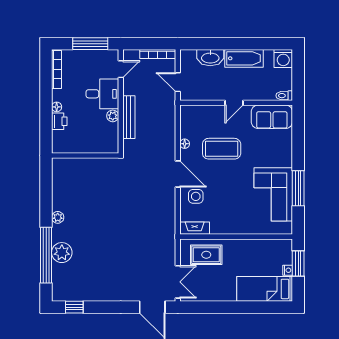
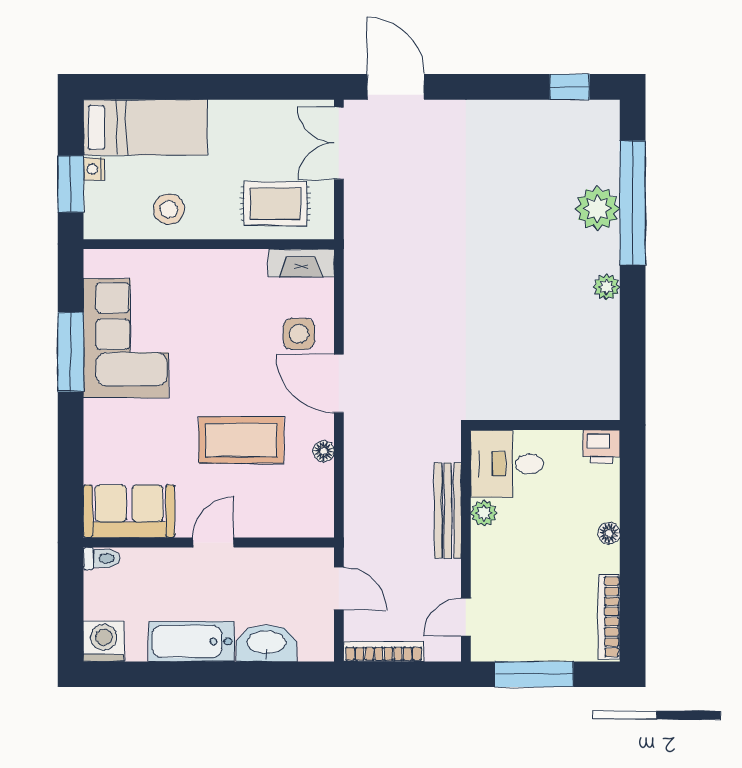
desk: (102, 94) -> (507, 464), moved
printer: (59, 121) -> (602, 447), moved, turned -90
stool: (254, 252) -> (169, 209), added

